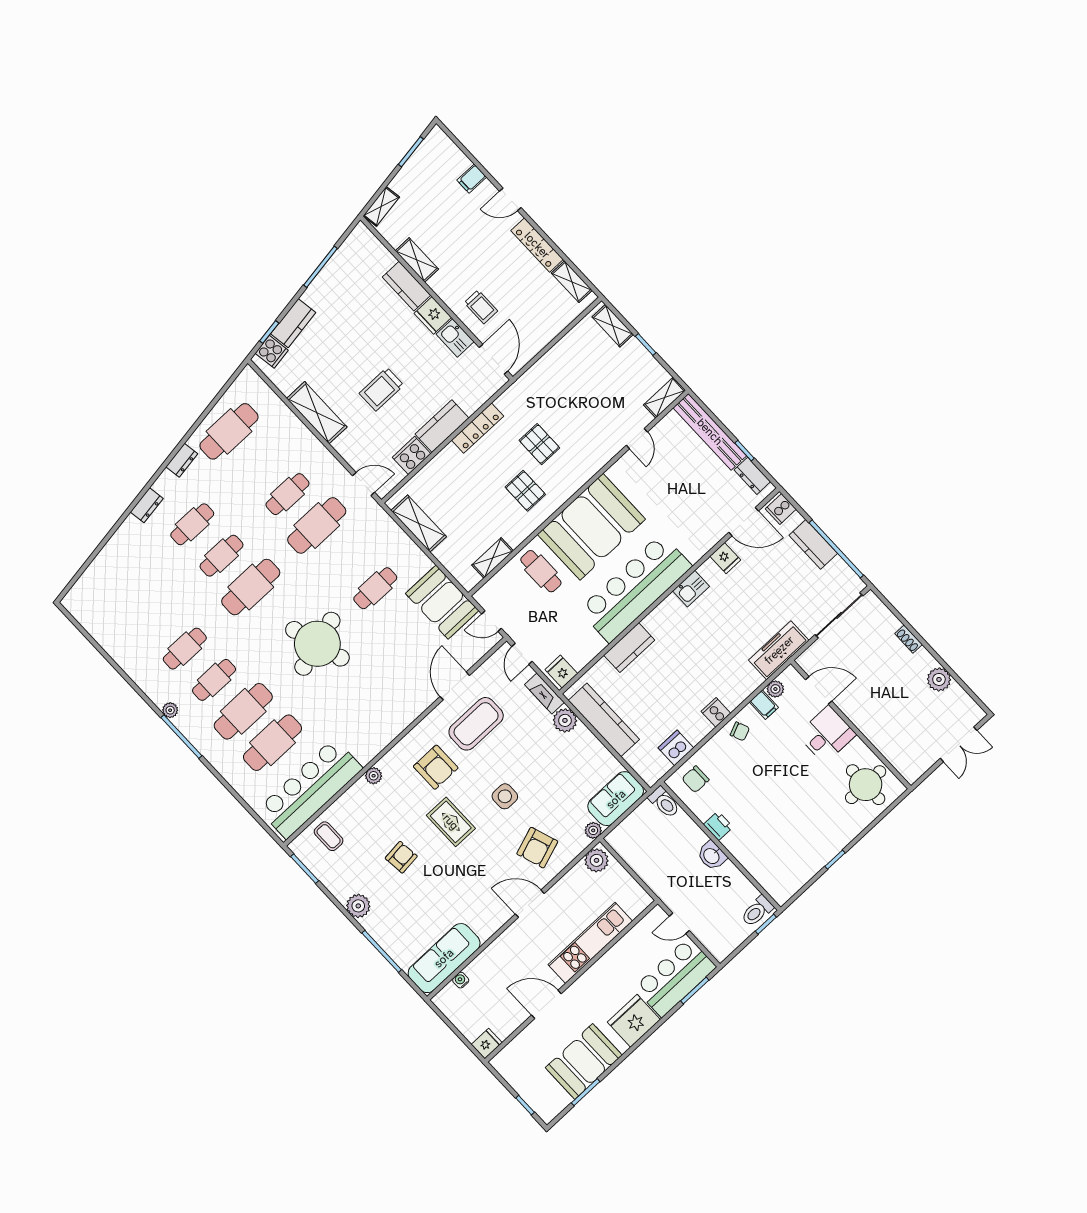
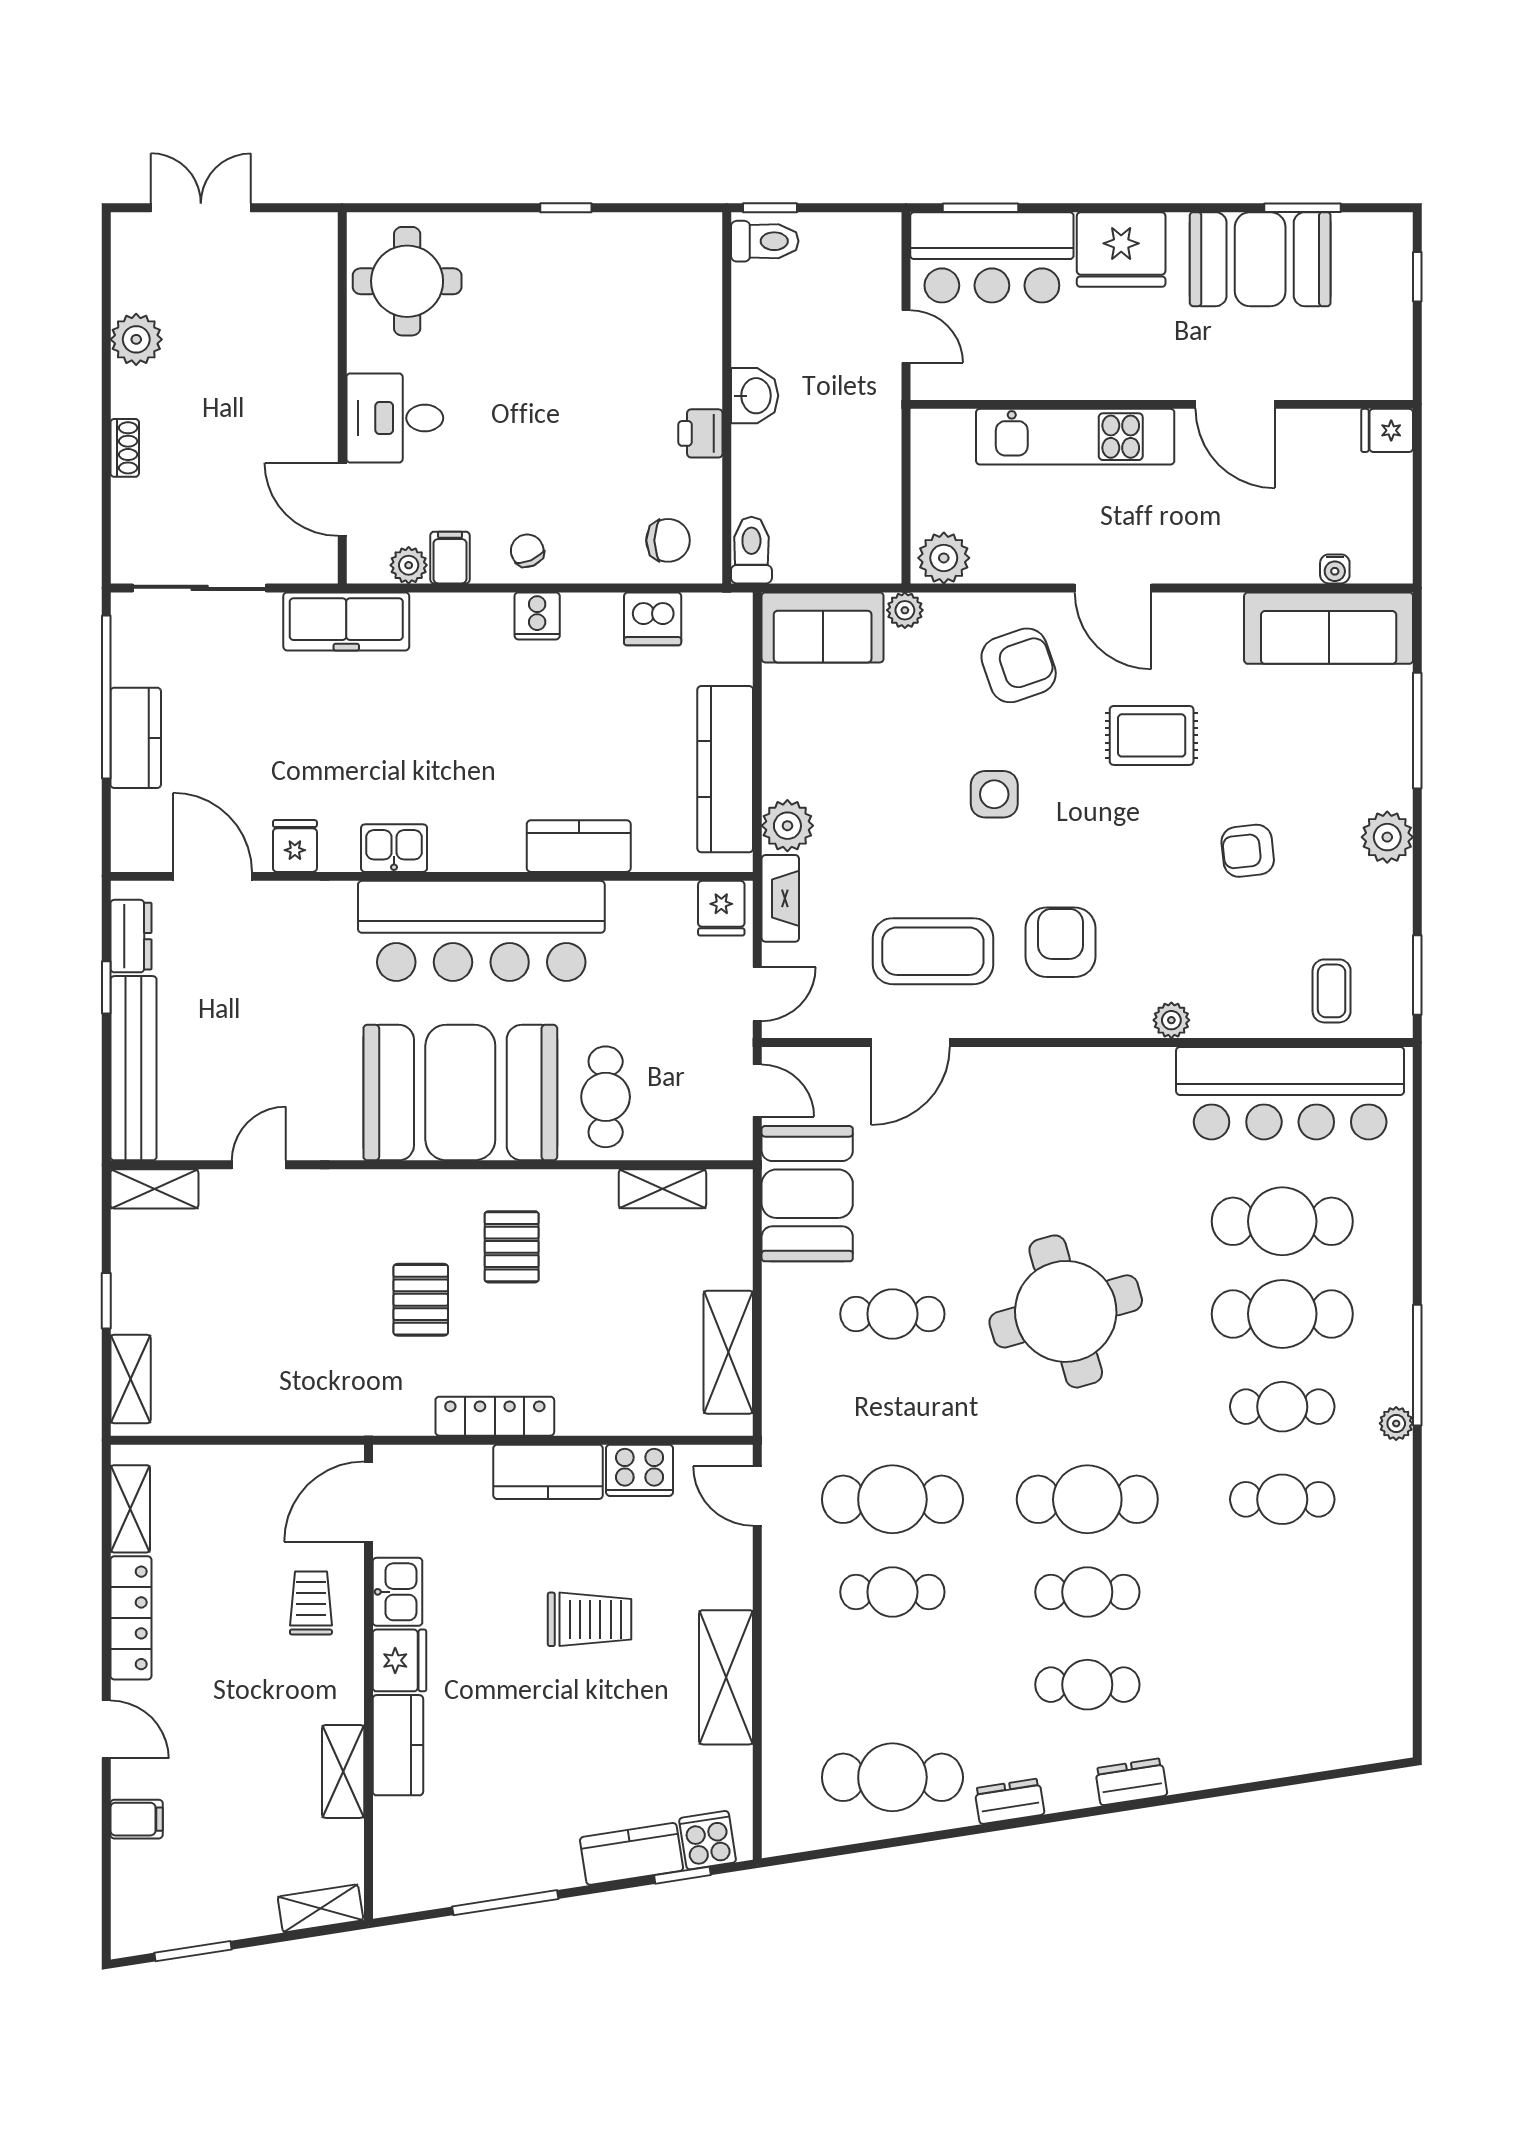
cooker: (781, 509) -> (135, 842), removed
rug: (451, 822) -> (1152, 735), moved, turned 90

